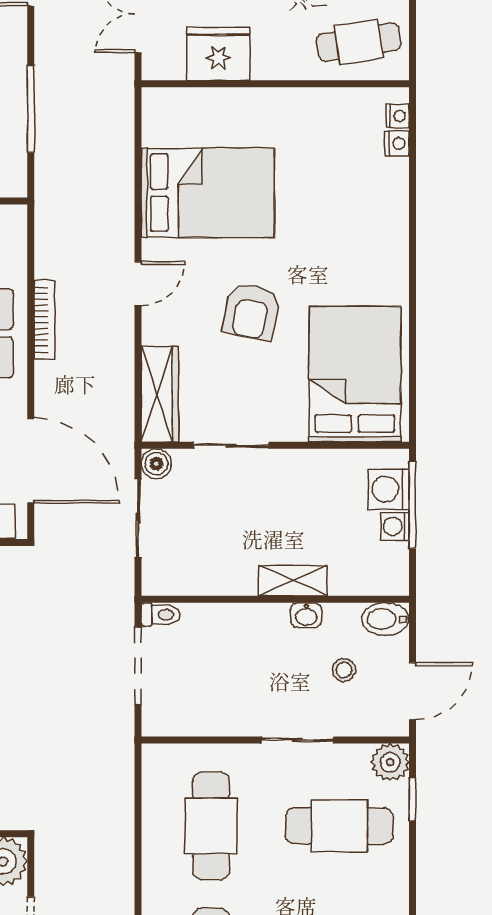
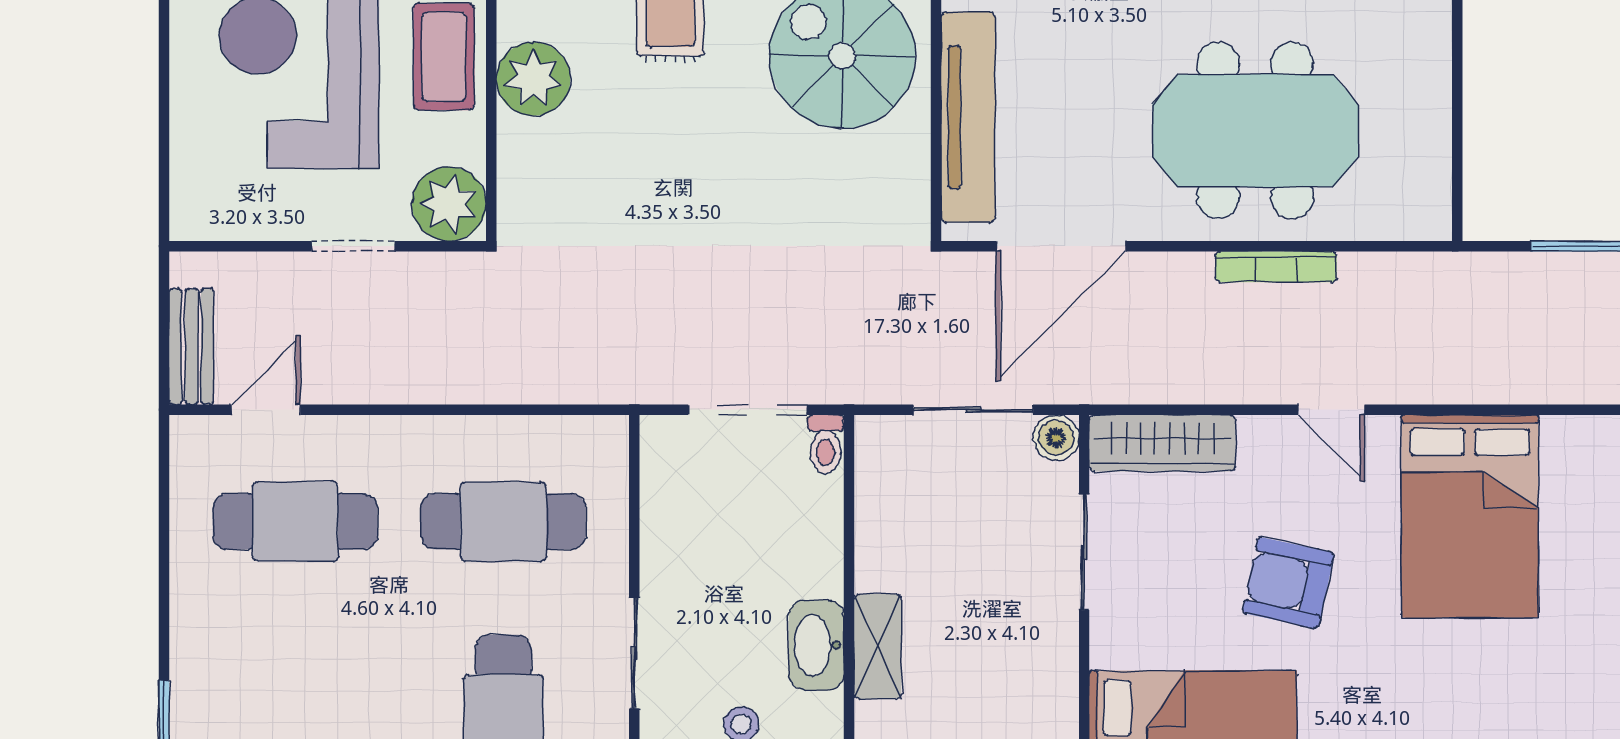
washbasin: (306, 615) -> (816, 645), width x1.91, depth x1.45

